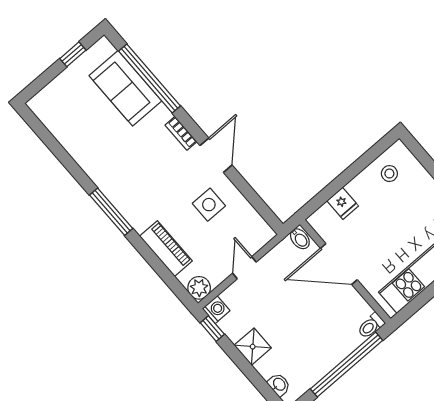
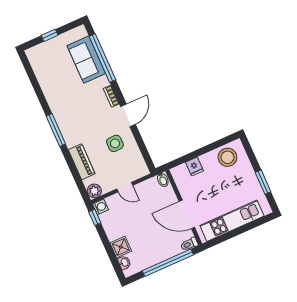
window: (73, 54) -> (50, 35), moved
stool: (389, 174) -> (227, 157), width x1.89, depth x1.89
door: (339, 264) -> (187, 214), moved
door: (244, 268) -> (125, 187), swing flipped
shower: (253, 347) -> (121, 247), moved

